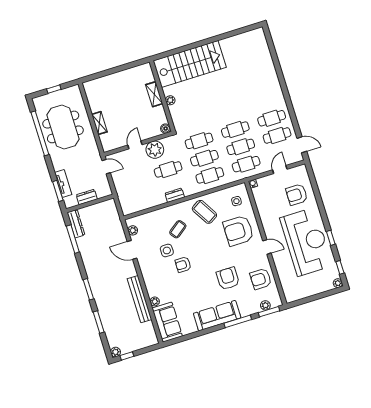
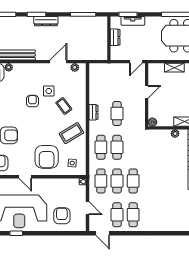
cafe table: (199, 141) -> (133, 147), removed
door: (135, 145) -> (147, 92), hinge flipped
door: (302, 145) -> (103, 233), hinge flipped
plant: (155, 150) -> (137, 107), removed
dresser: (76, 224) -> (46, 21), moved
armchair: (238, 231) -> (47, 157), turned 180
door: (267, 247) -> (25, 177), hinge flipped

